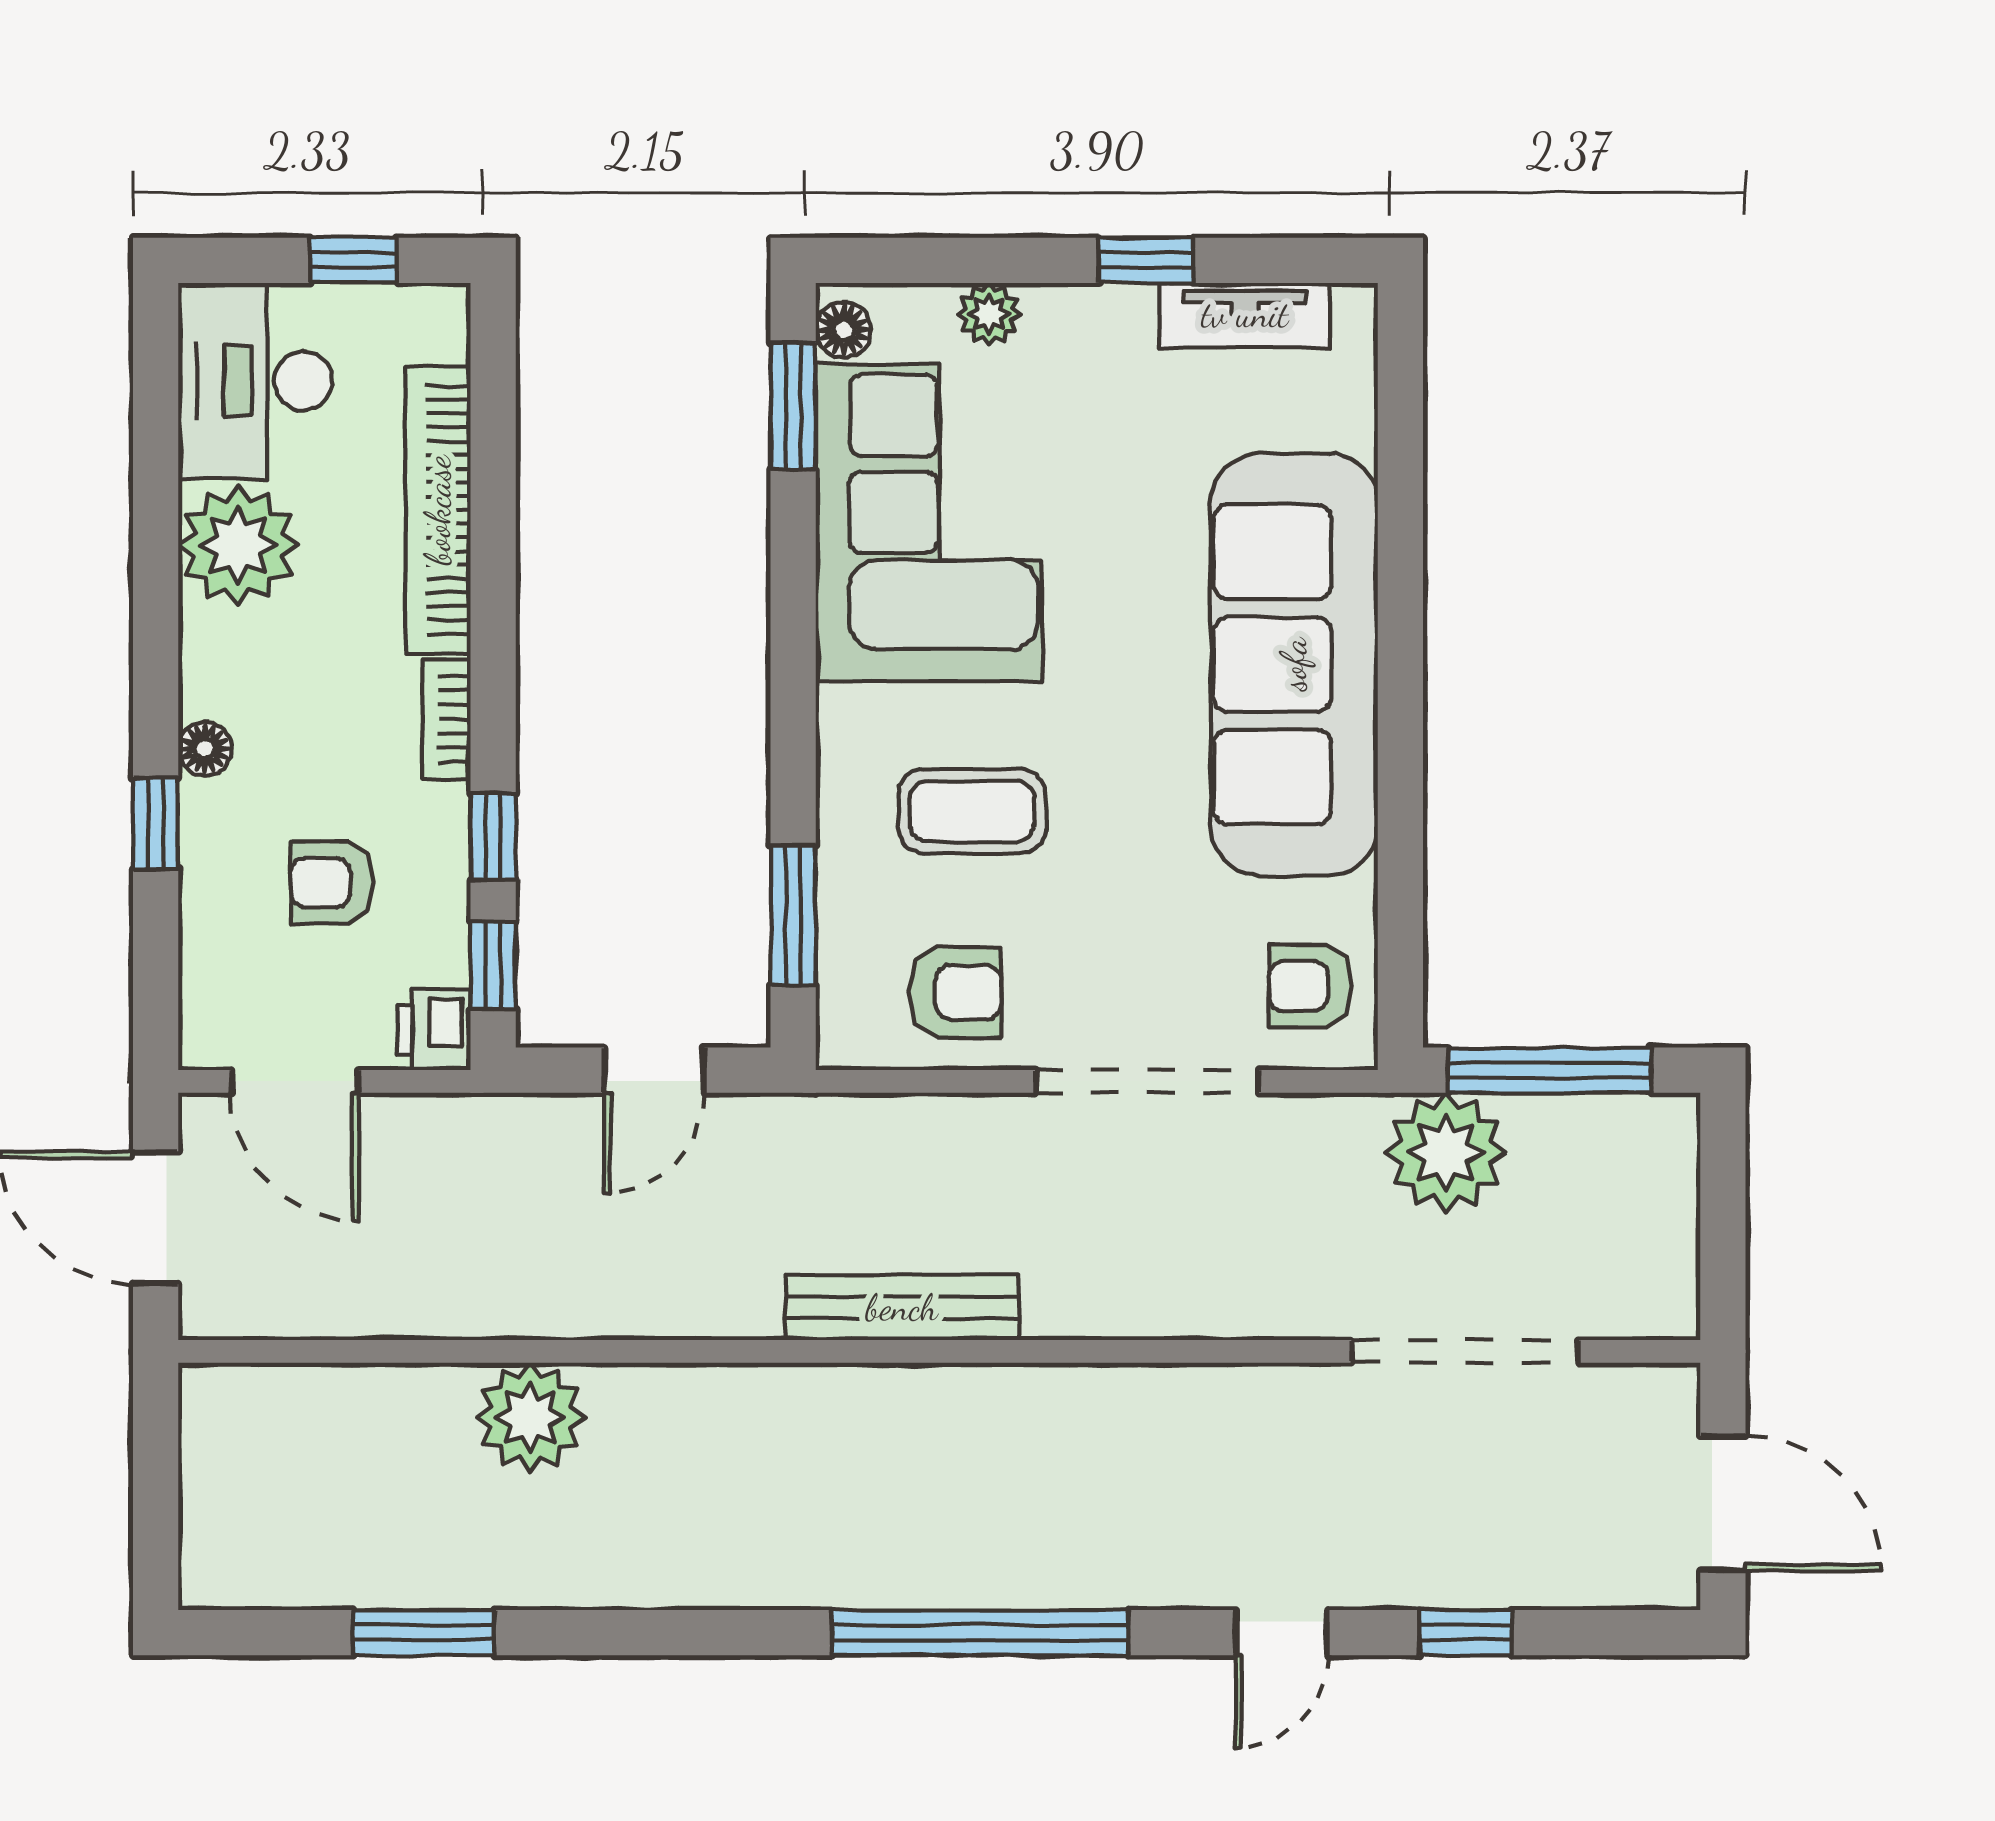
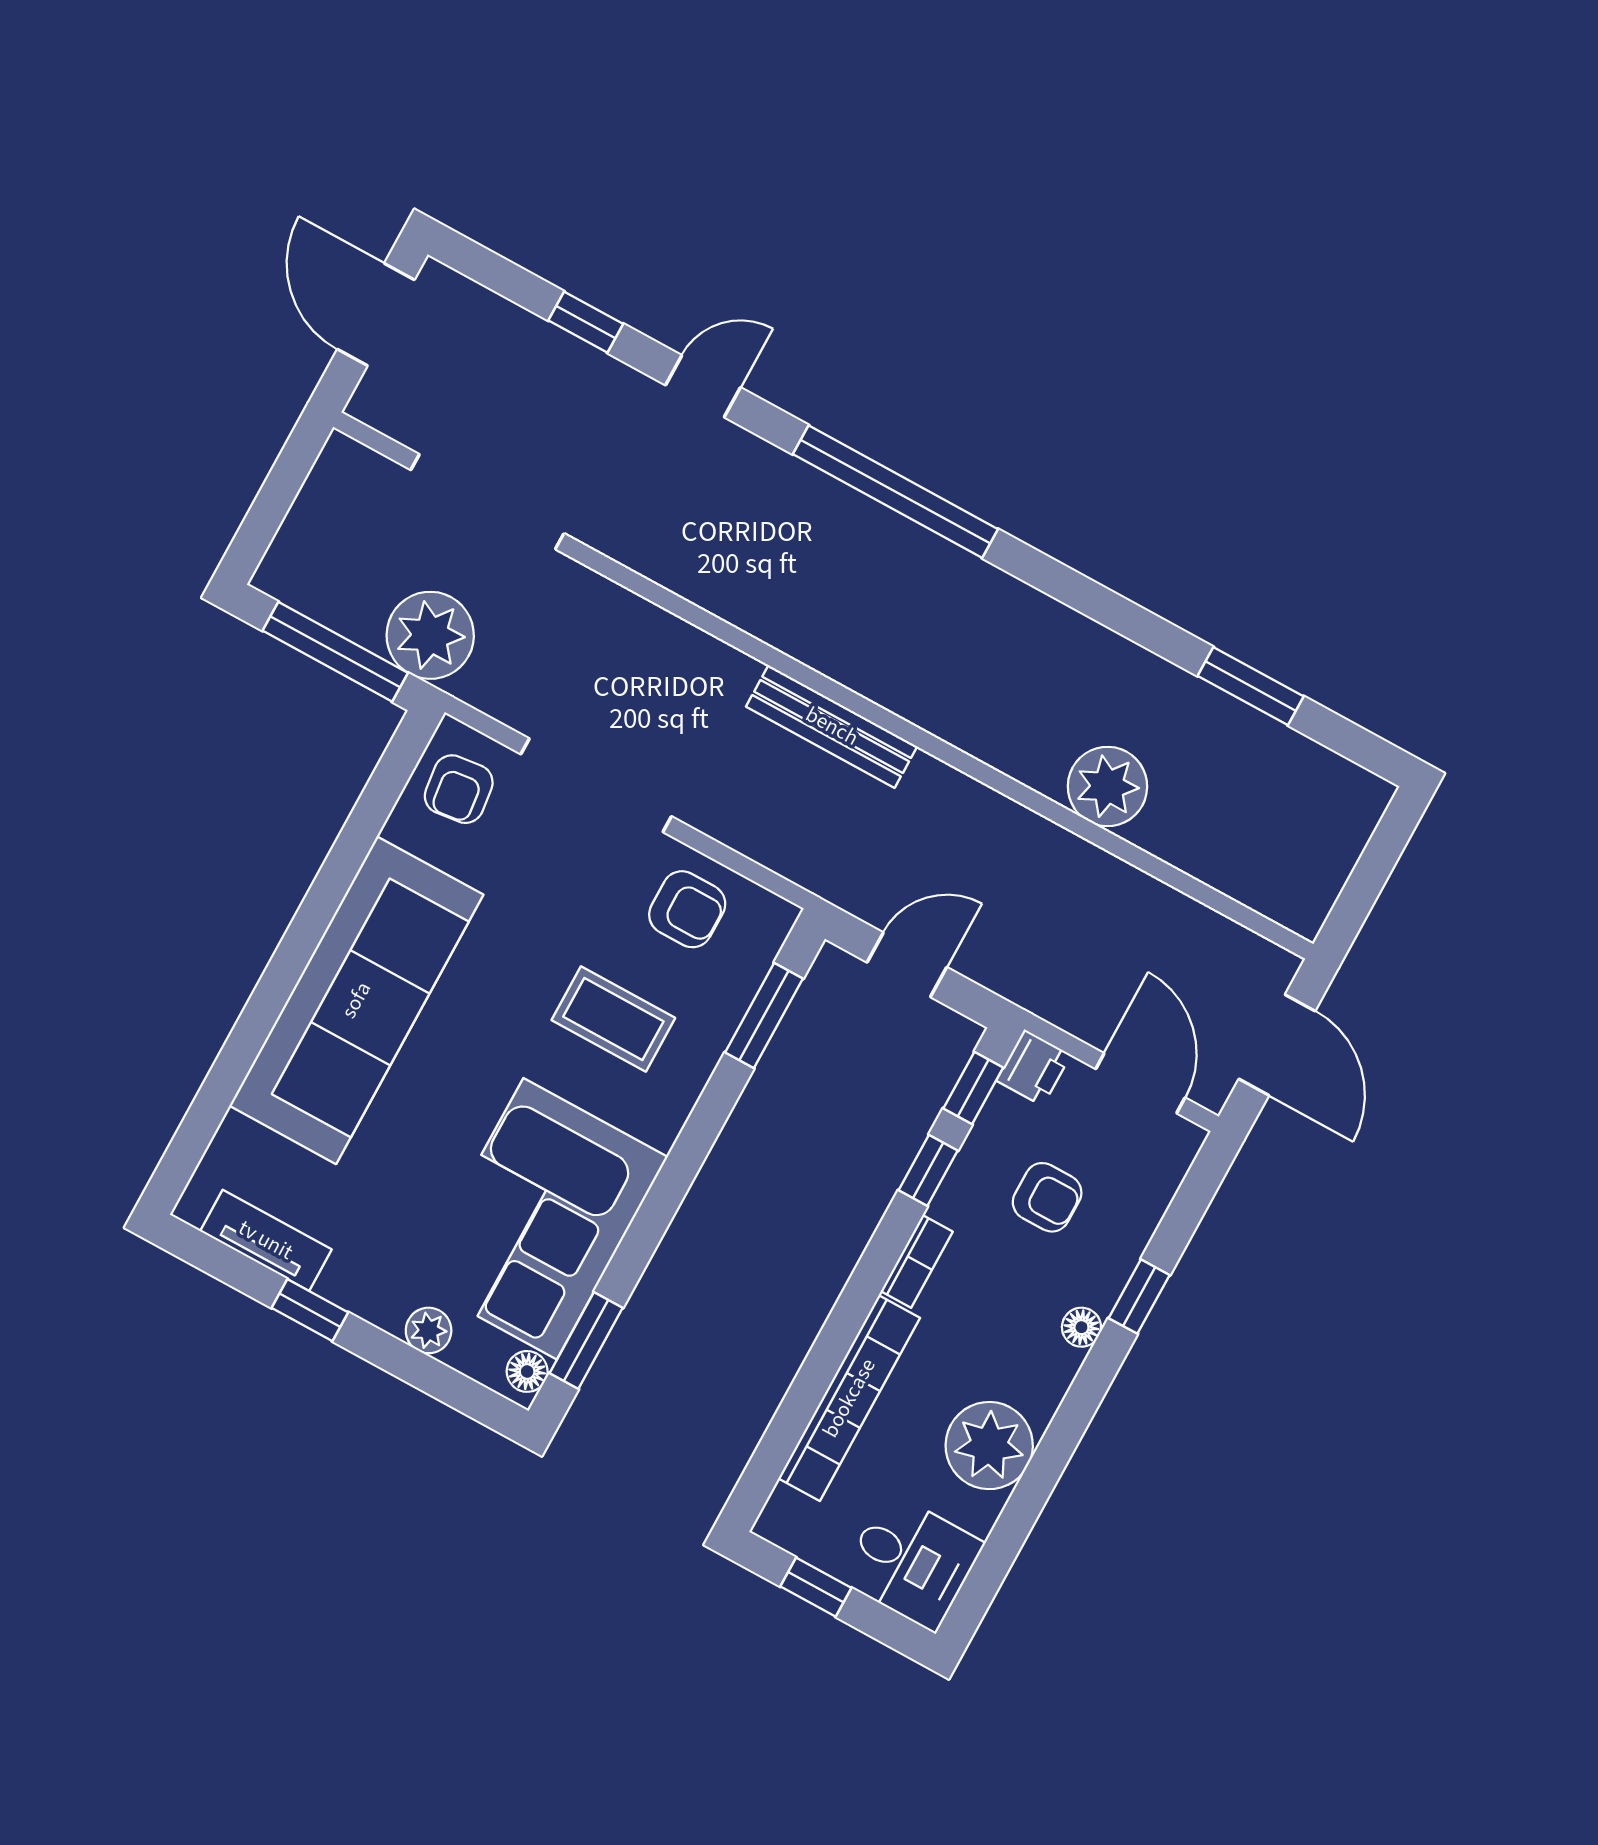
desk: (255, 381) -> (911, 1561), width x0.73
armchair: (1310, 986) -> (459, 789), turned 83
armchair: (956, 992) -> (687, 909), turned 180

